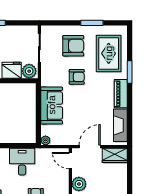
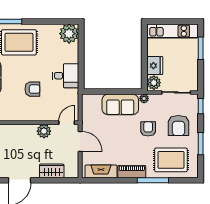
window: (53, 23) -> (201, 106), added
window: (130, 72) -> (153, 180), width x1.44
armchair: (77, 77) -> (148, 129), turned 180
plant: (45, 140) -> (144, 99), moved
wardrobe: (115, 155) -> (52, 171), moved, turned 90

